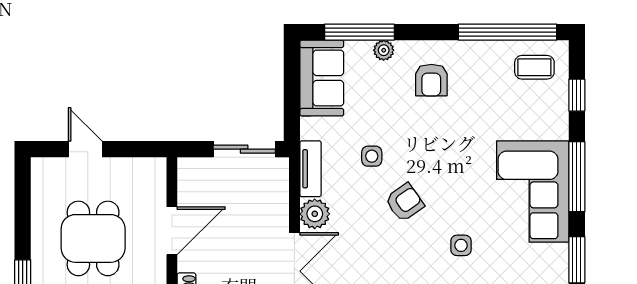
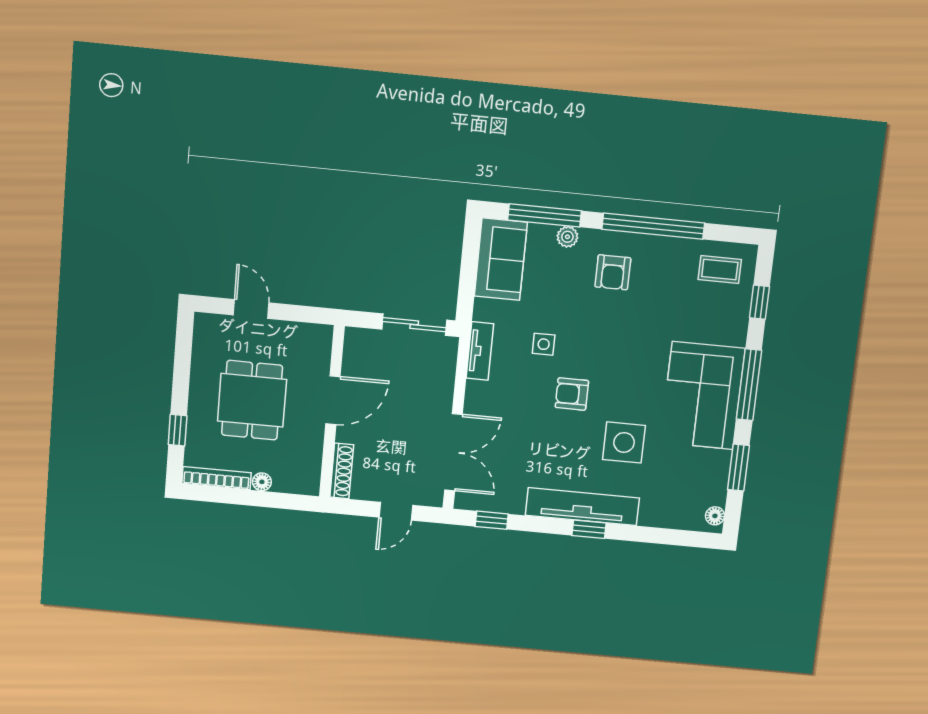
window: (508, 32) -> (653, 226), moved
armchair: (405, 202) -> (572, 394), turned -145
plant: (315, 214) -> (480, 397), removed
side table: (461, 245) -> (624, 442), width x1.87, depth x1.87

